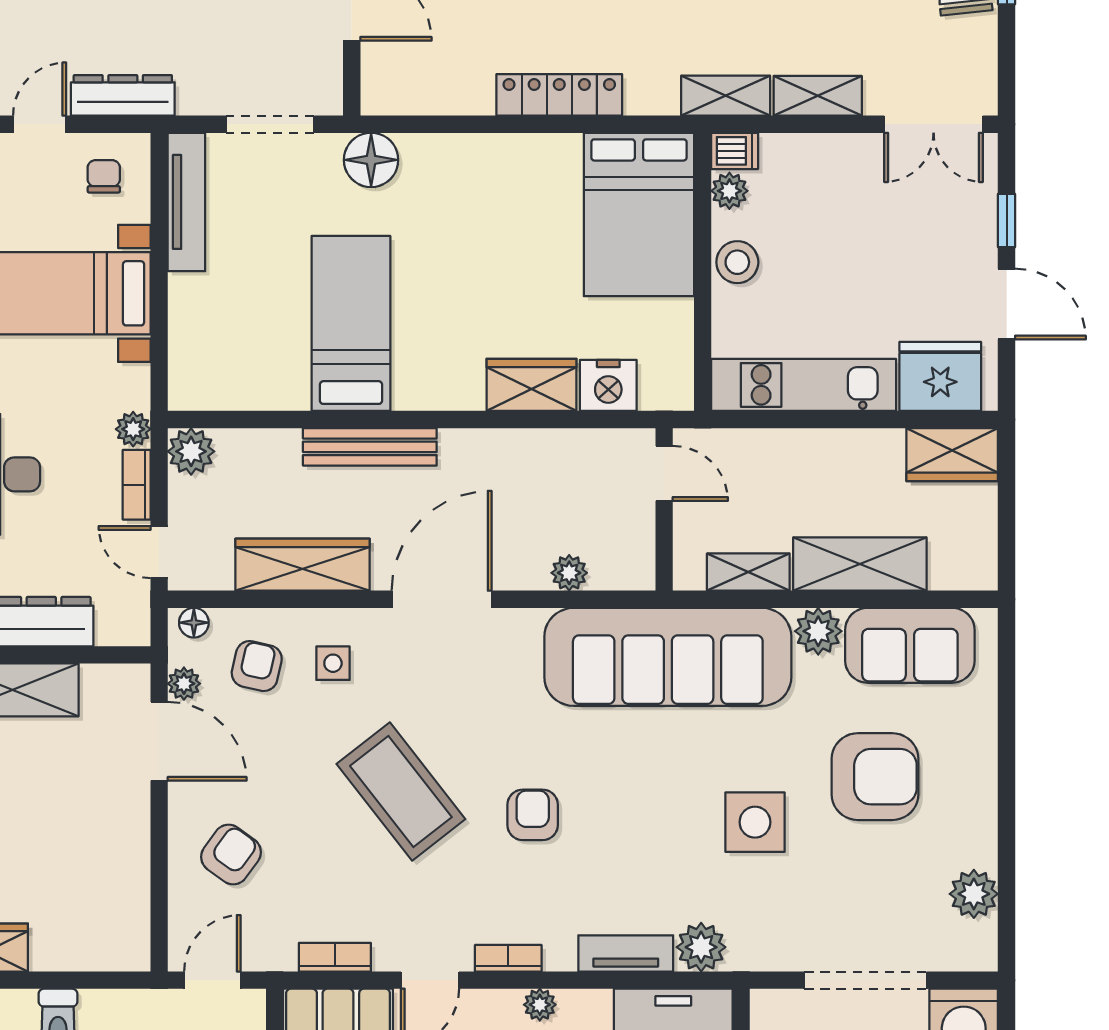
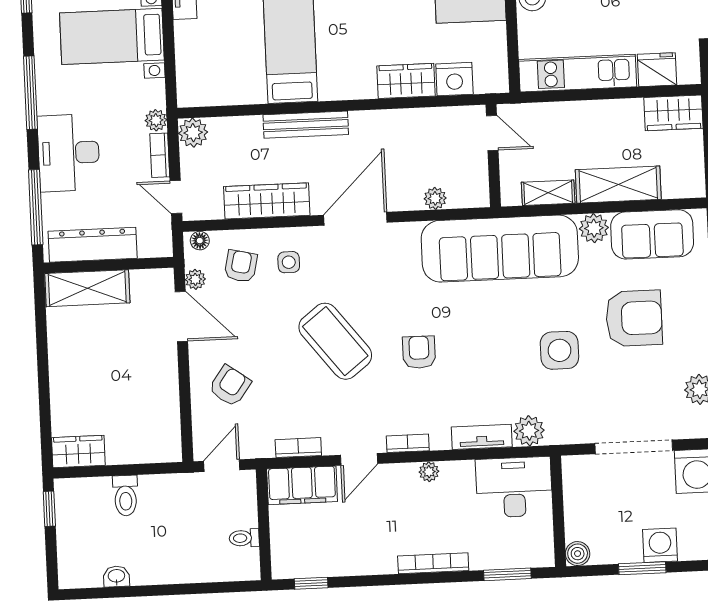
fridge: (940, 376) -> (657, 70), width x0.73, depth x0.75

